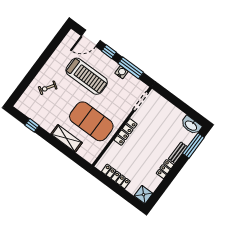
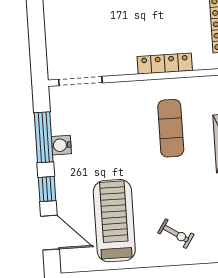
treadmill: (87, 76) -> (114, 221), moved
exercise mat: (91, 121) -> (171, 128), width x0.50, depth x0.69
locker: (126, 132) -> (165, 64), moved

